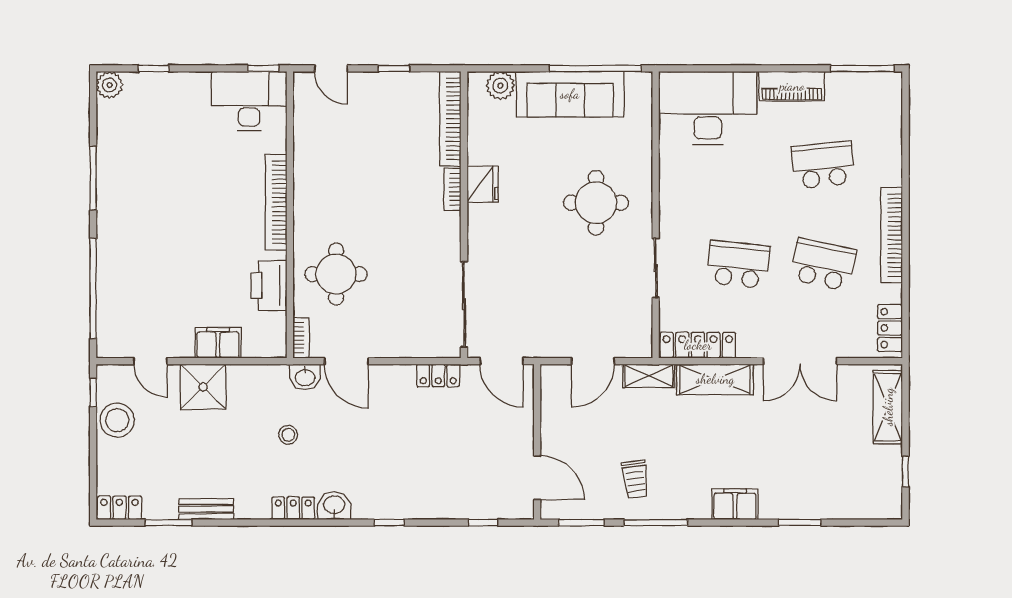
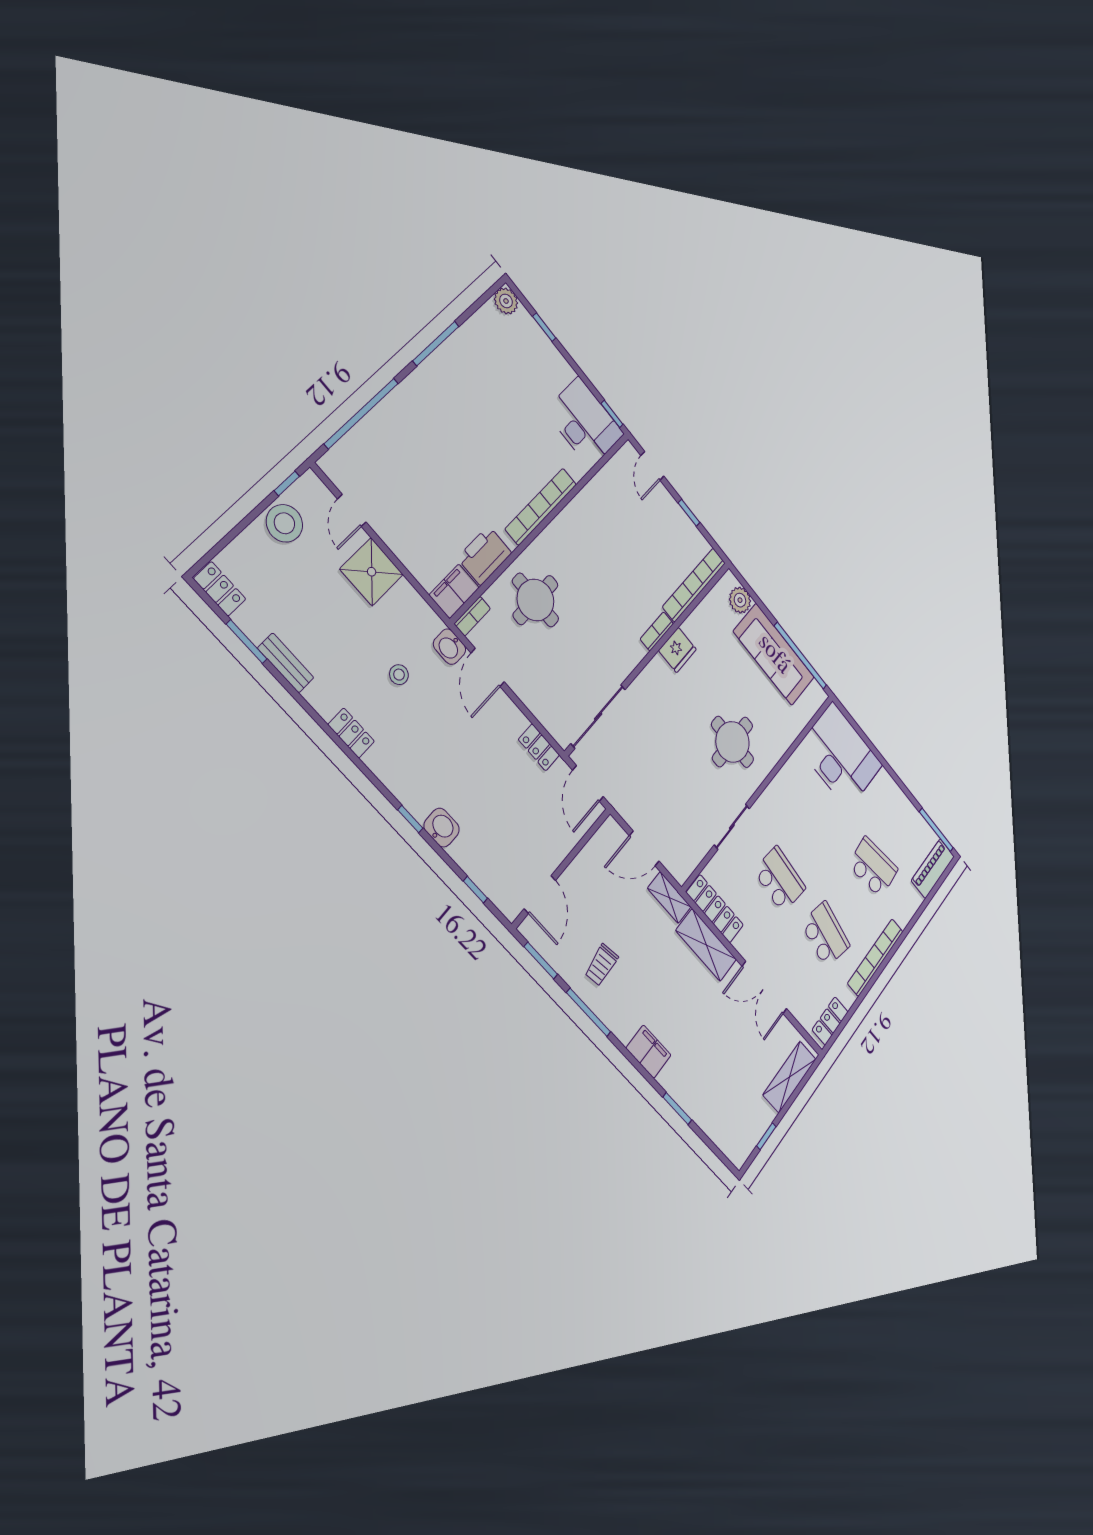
piano: (792, 86) -> (933, 869), moved, turned 90
filing cabinet: (218, 343) -> (454, 591), moved, turned -90
washbasin: (334, 506) -> (442, 828), moved

